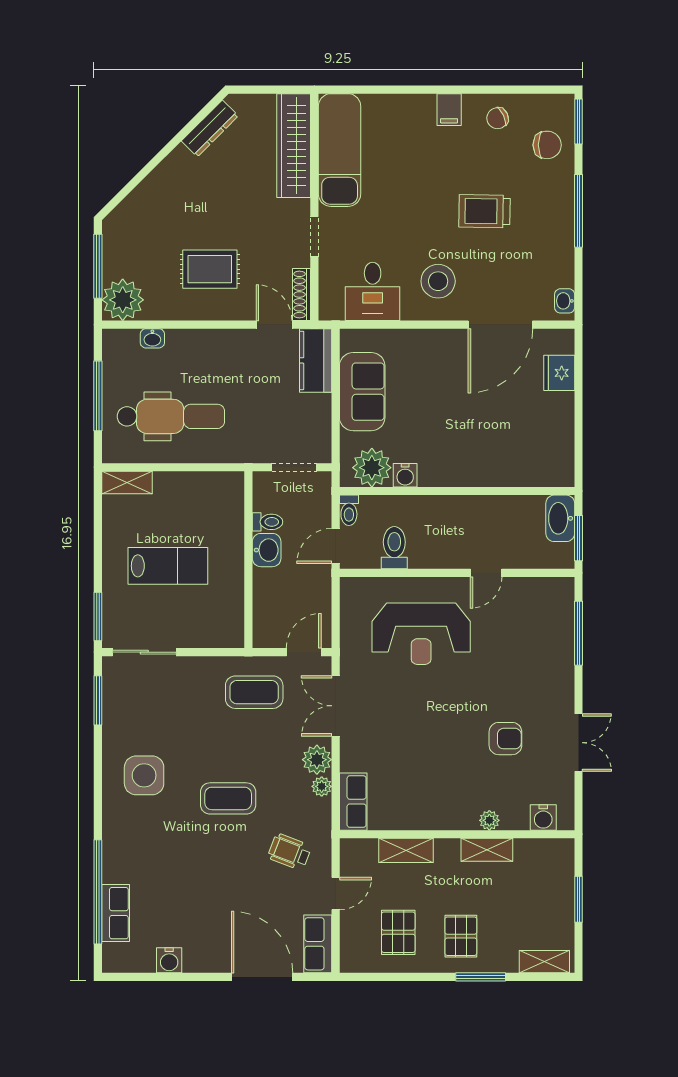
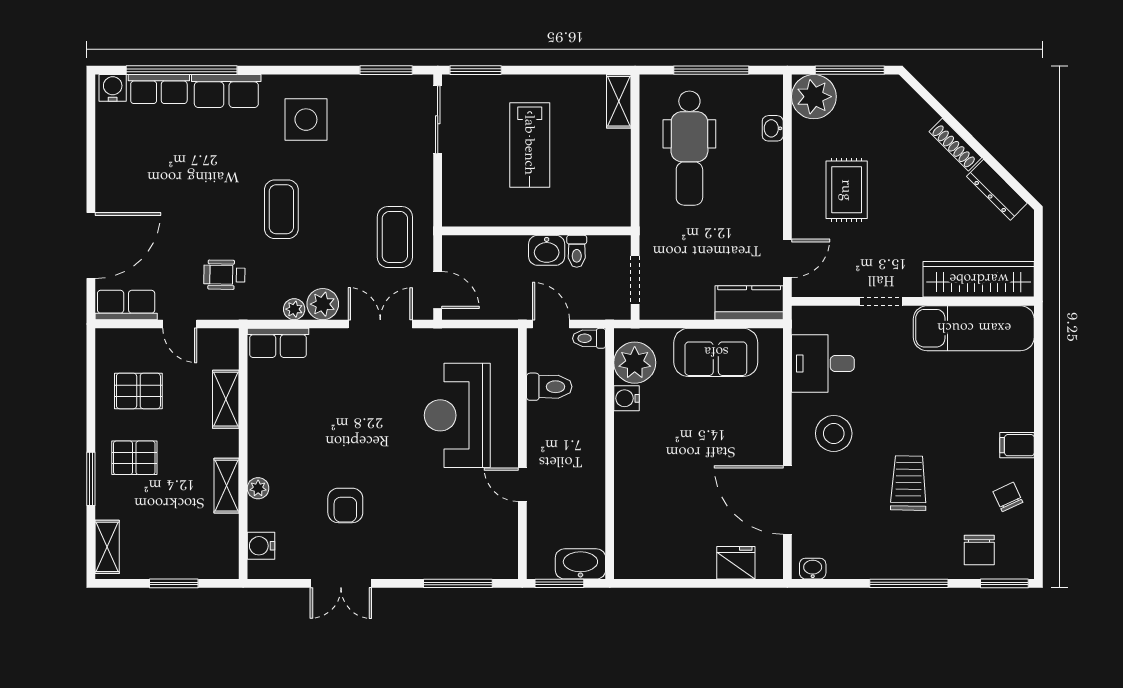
shoe rack: (302, 294) -> (955, 145), moved, turned -135
row of seats: (117, 850) -> (226, 91), added
wheelchair: (289, 852) -> (224, 275), turned -110
water cooler: (169, 960) -> (113, 88), moved, turned 90

